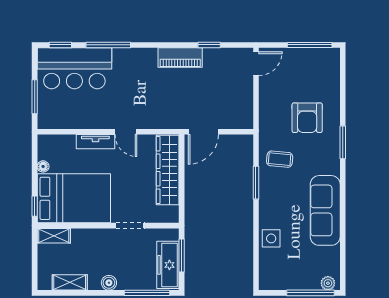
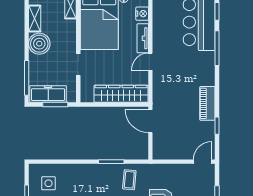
door: (256, 64) -> (203, 162), swing flipped
nightstand: (63, 142) -> (142, 14), added
side table: (271, 238) -> (48, 183), moved
boiler: (109, 283) -> (39, 44), width x1.86, depth x1.86

